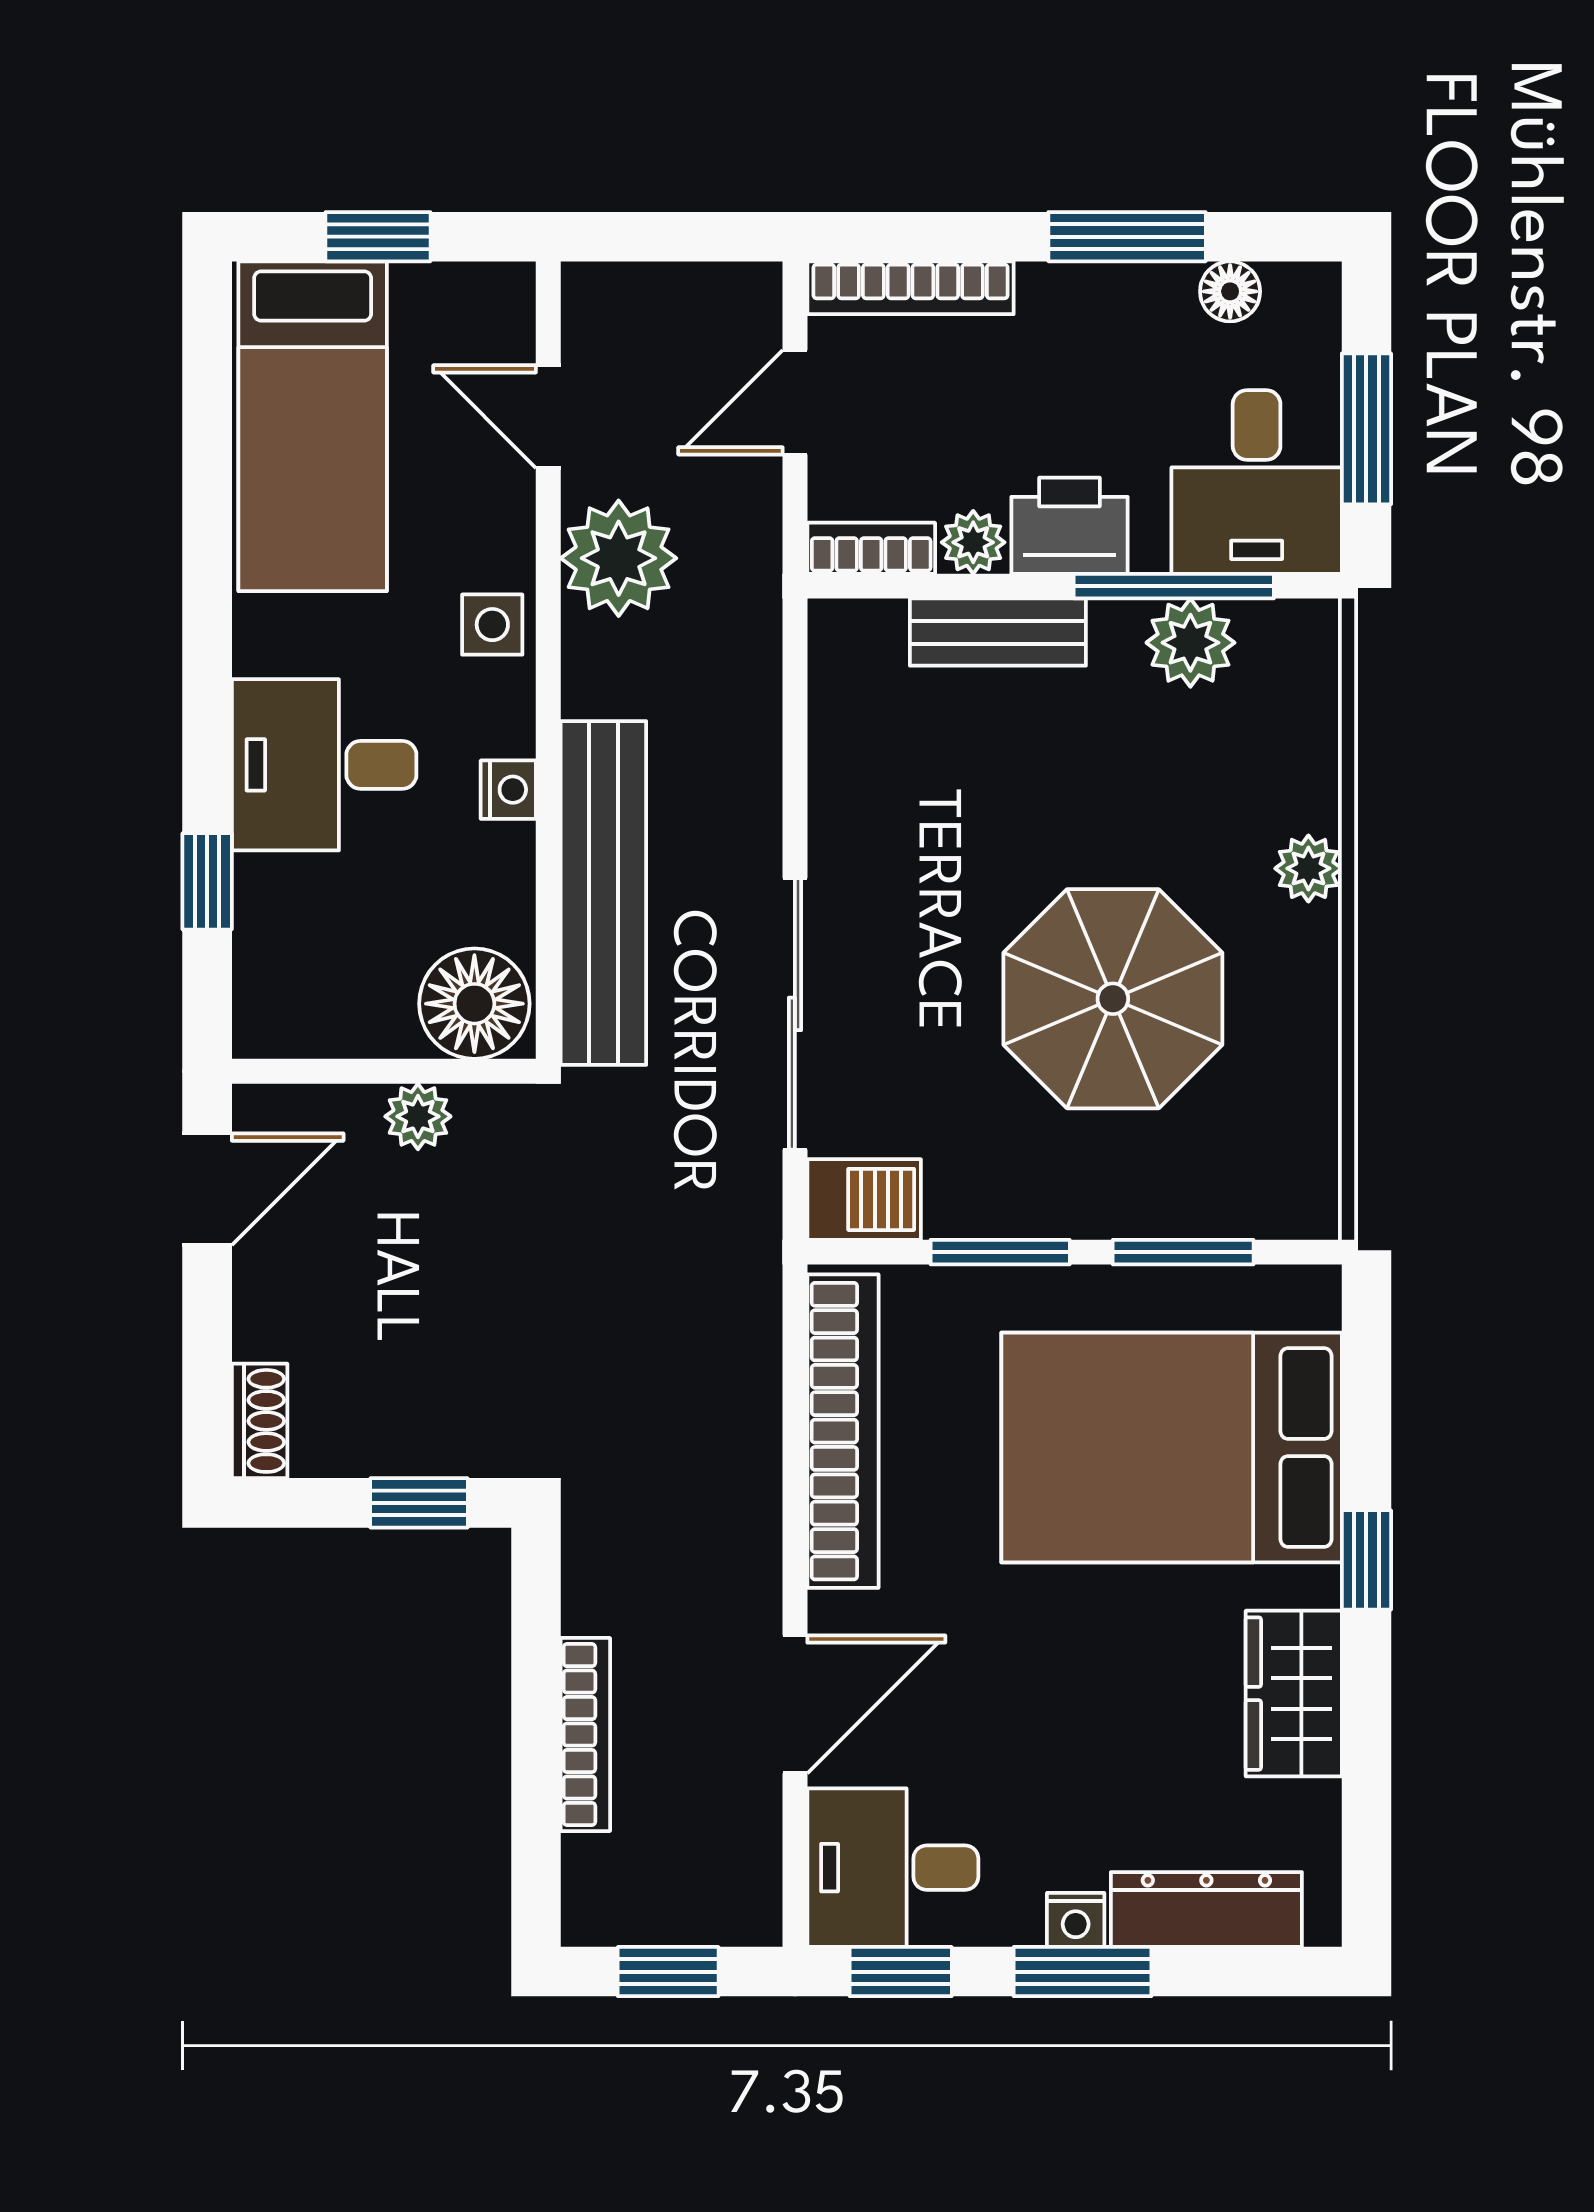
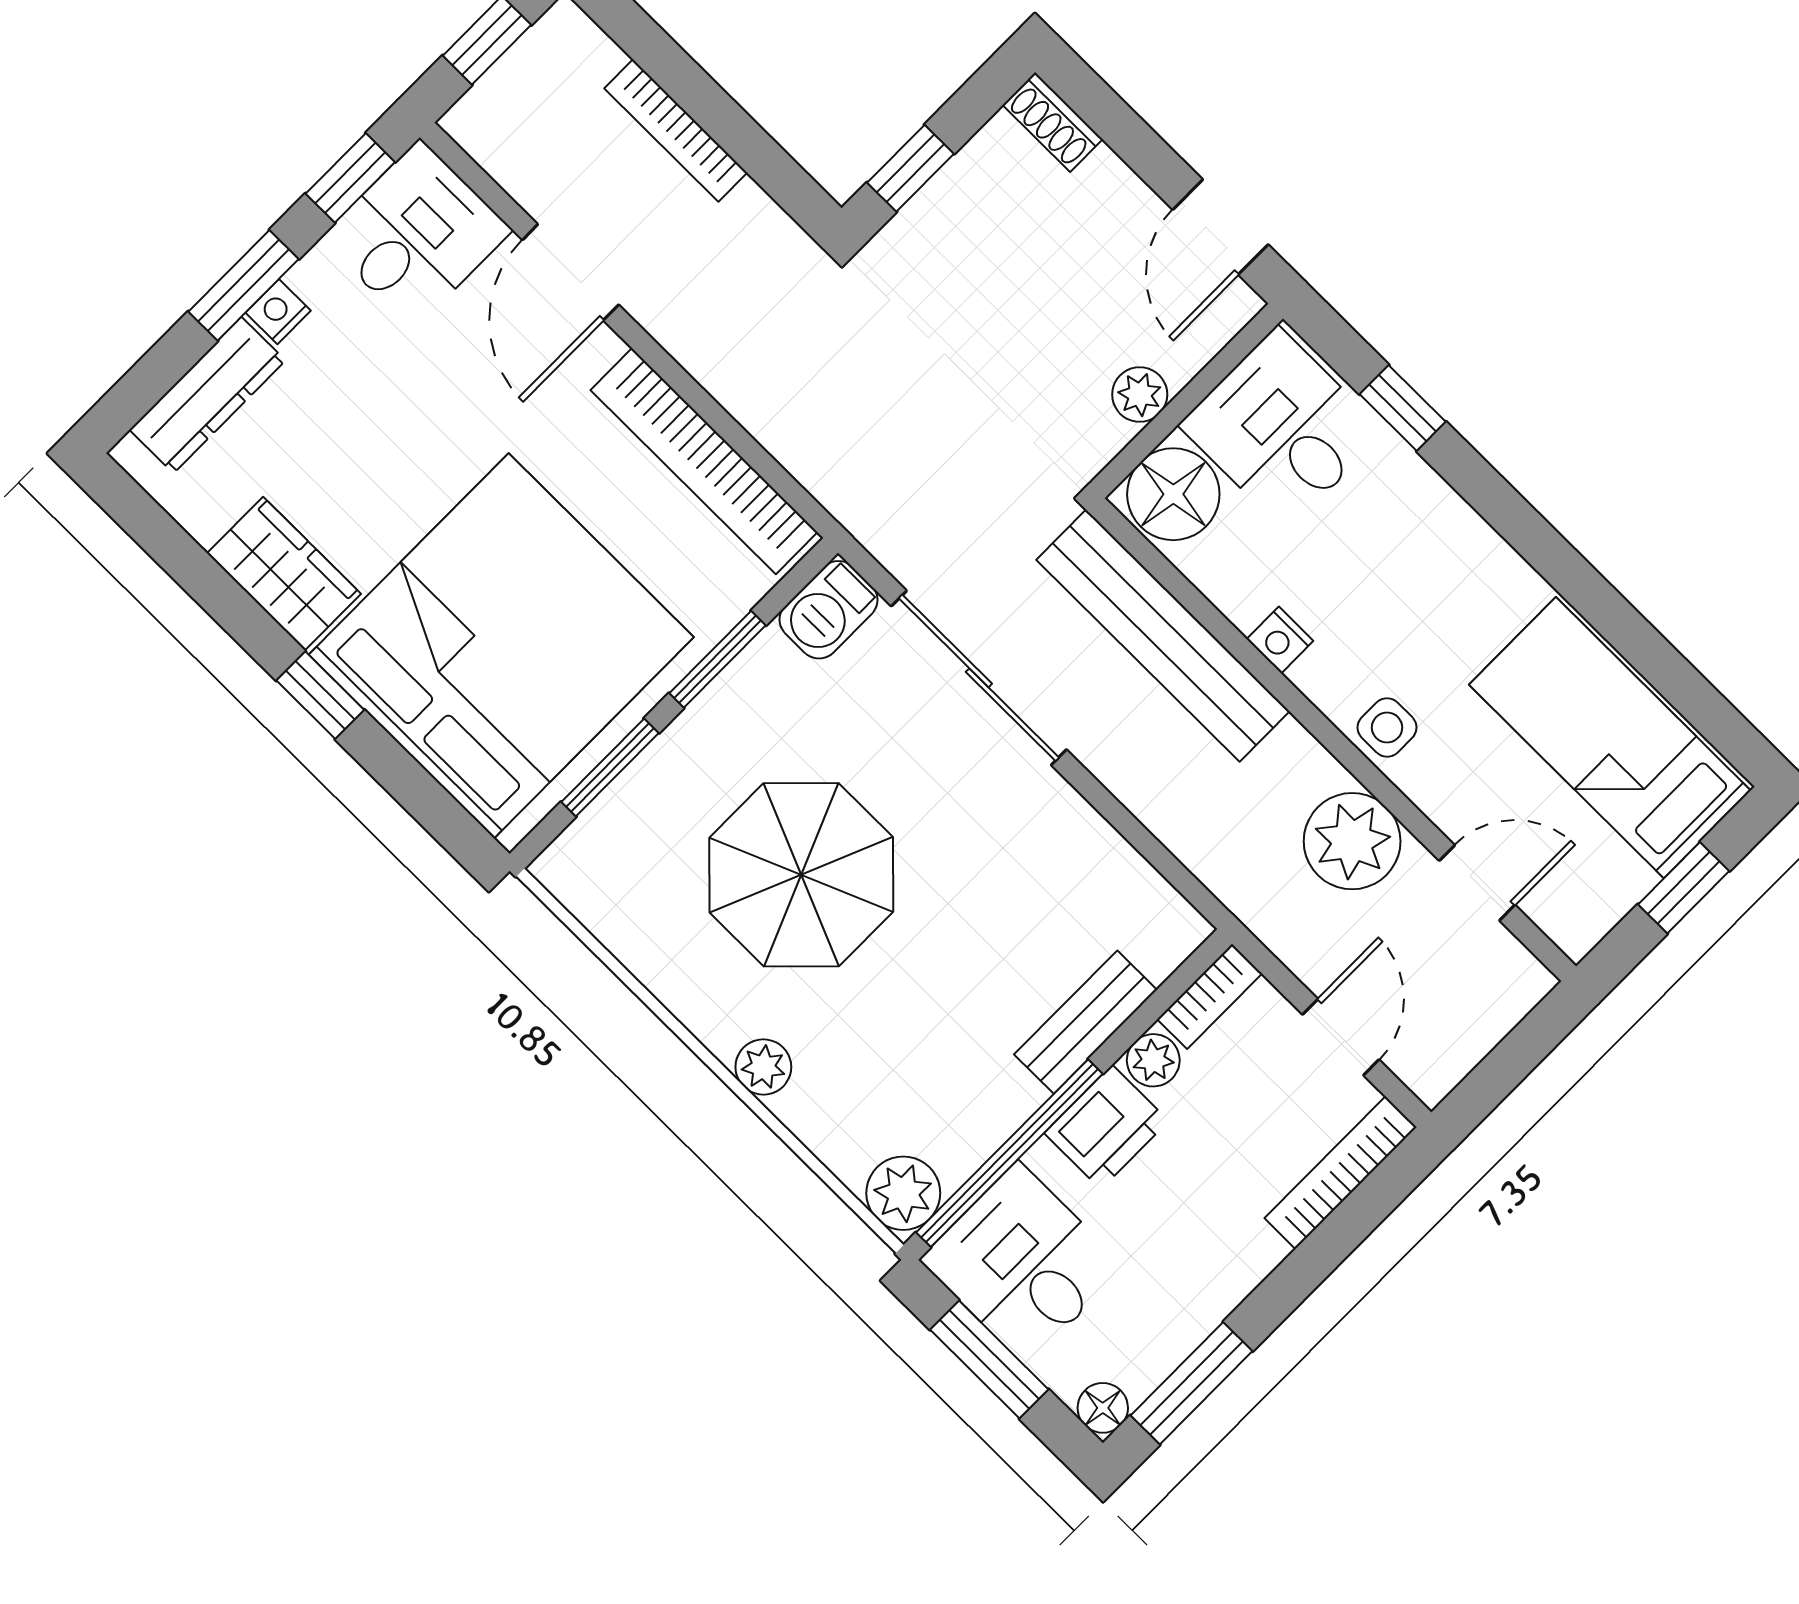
window: (1127, 237) -> (1191, 1383), moved
floor lamp: (1230, 291) -> (1103, 1408), moved
window: (1174, 586) -> (1009, 1153), width x1.46
plant: (1190, 643) -> (903, 1193), moved
desk: (324, 765) -> (1282, 429), moved, turned -90
bed: (1172, 1447) -> (501, 646), width x1.36

